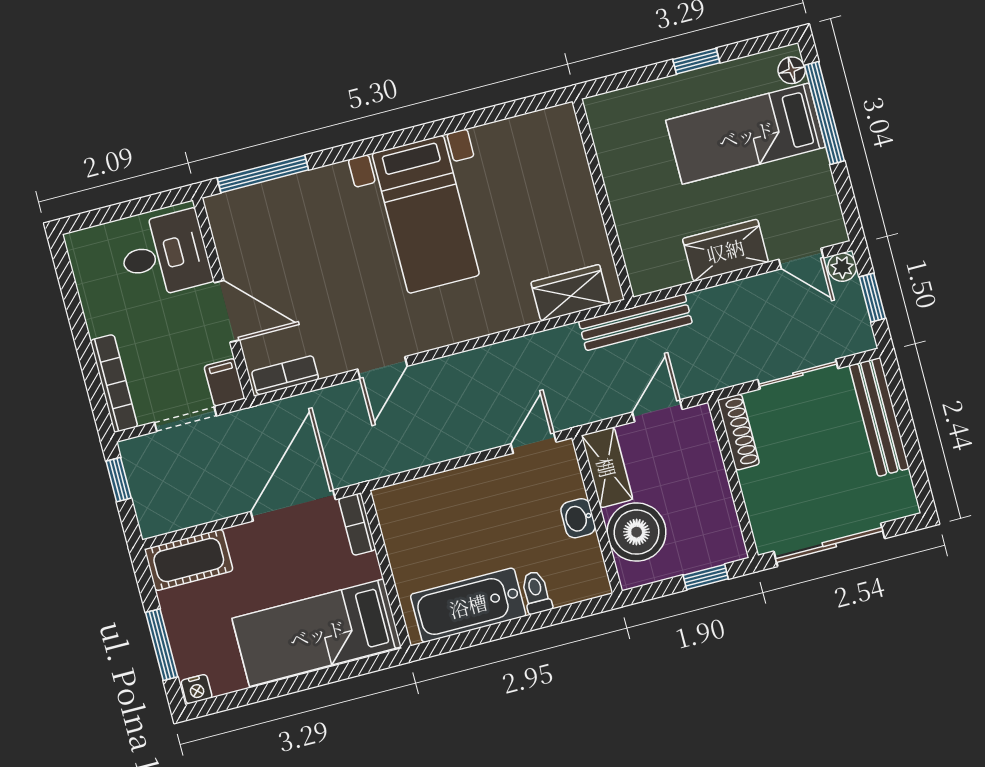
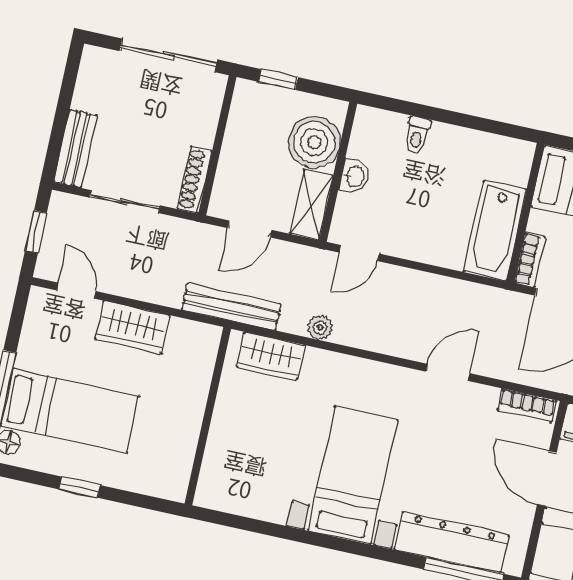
dresser: (291, 197) -> (452, 542), added
plant: (842, 267) -> (320, 328), moved
bench: (879, 417) -> (75, 149), width x0.73
bathtub: (468, 605) -> (495, 231), moved, turned 90

